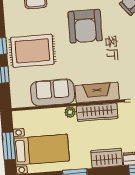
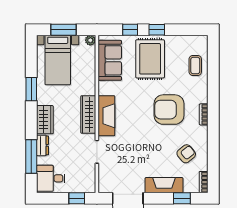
sofa: (53, 93) -> (110, 60), moved
plant: (70, 112) -> (90, 40), moved

